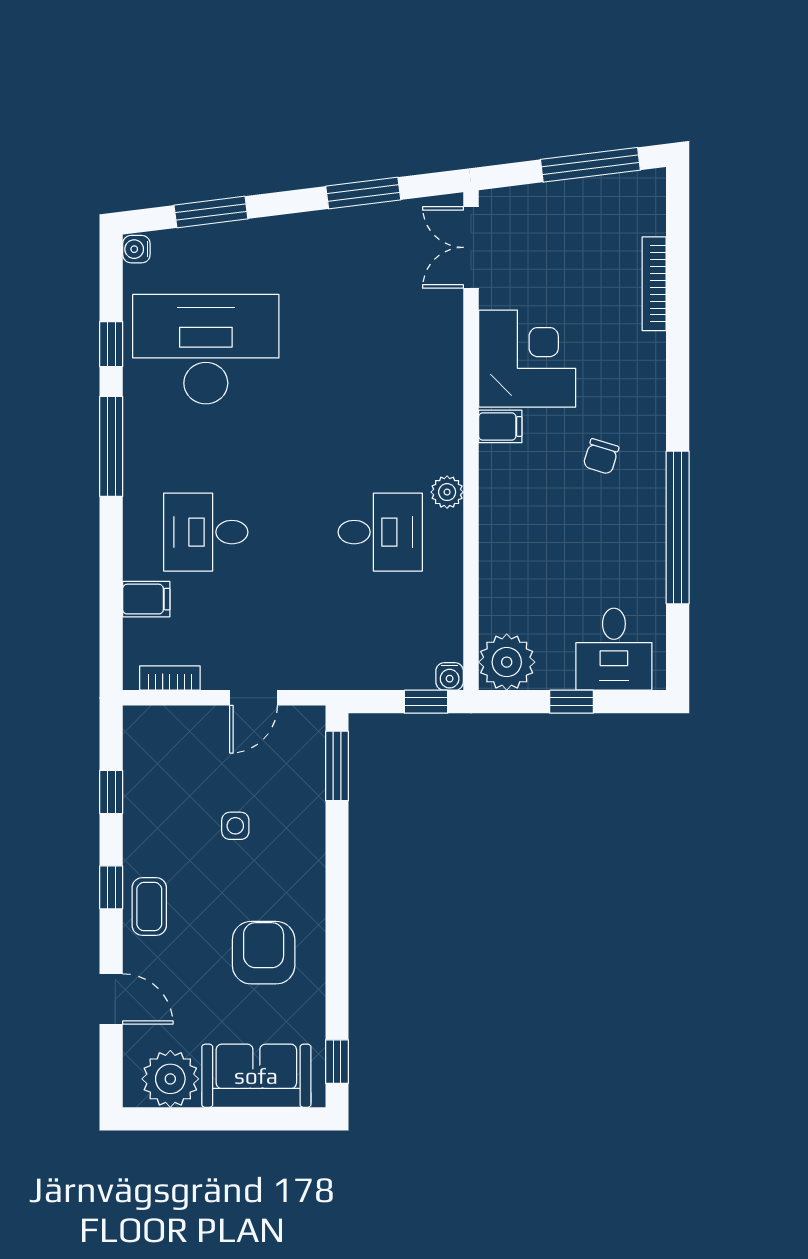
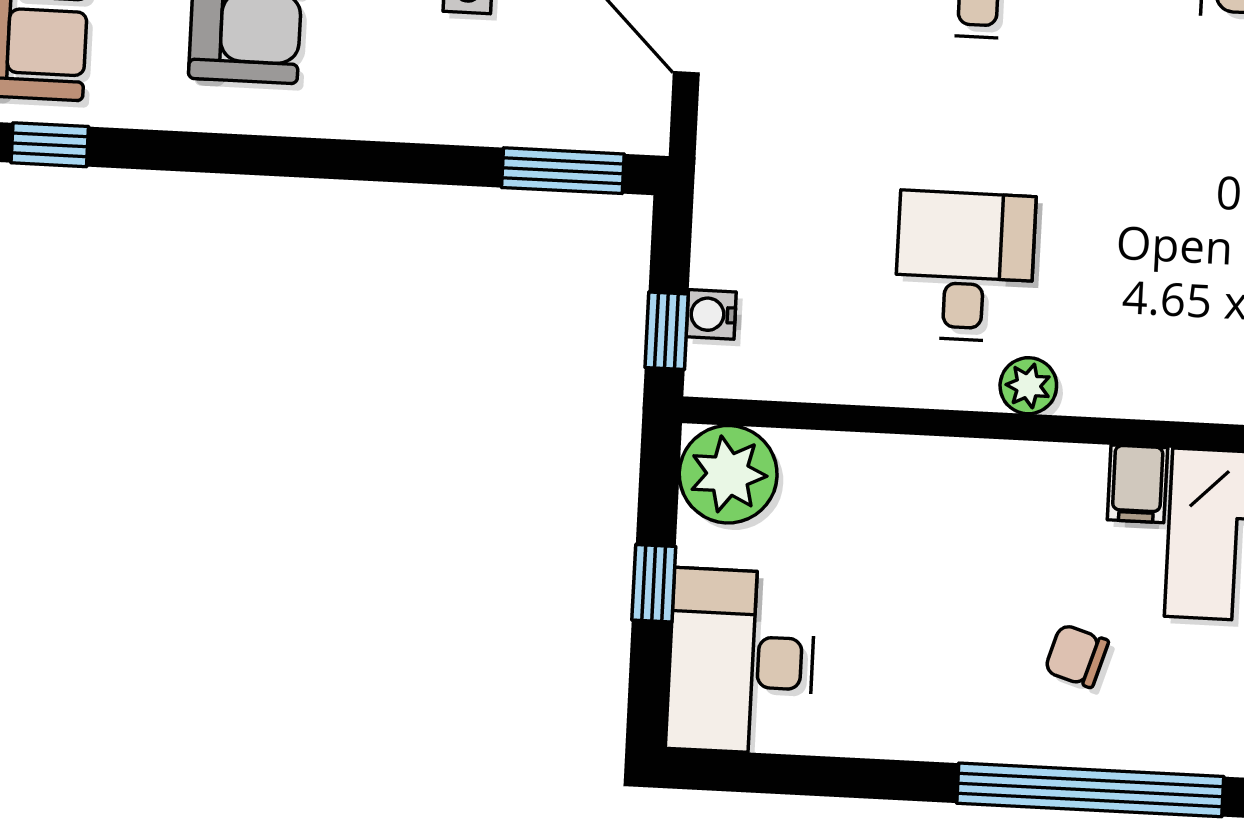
window: (678, 527) -> (1090, 790), moved
desk: (380, 532) -> (965, 266), turned 180
desk: (614, 649) -> (741, 661), width x1.37
water cooler: (450, 676) -> (711, 314), moved

